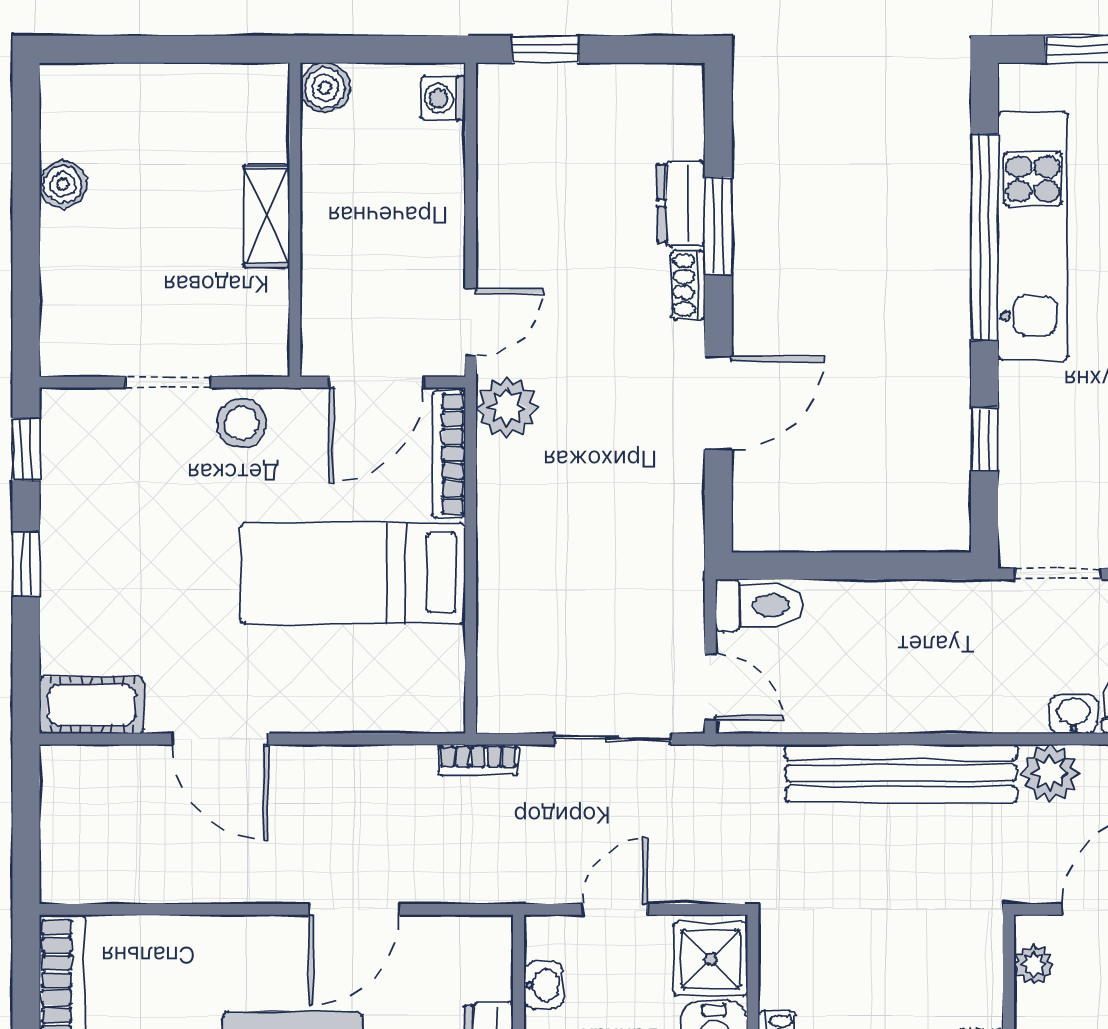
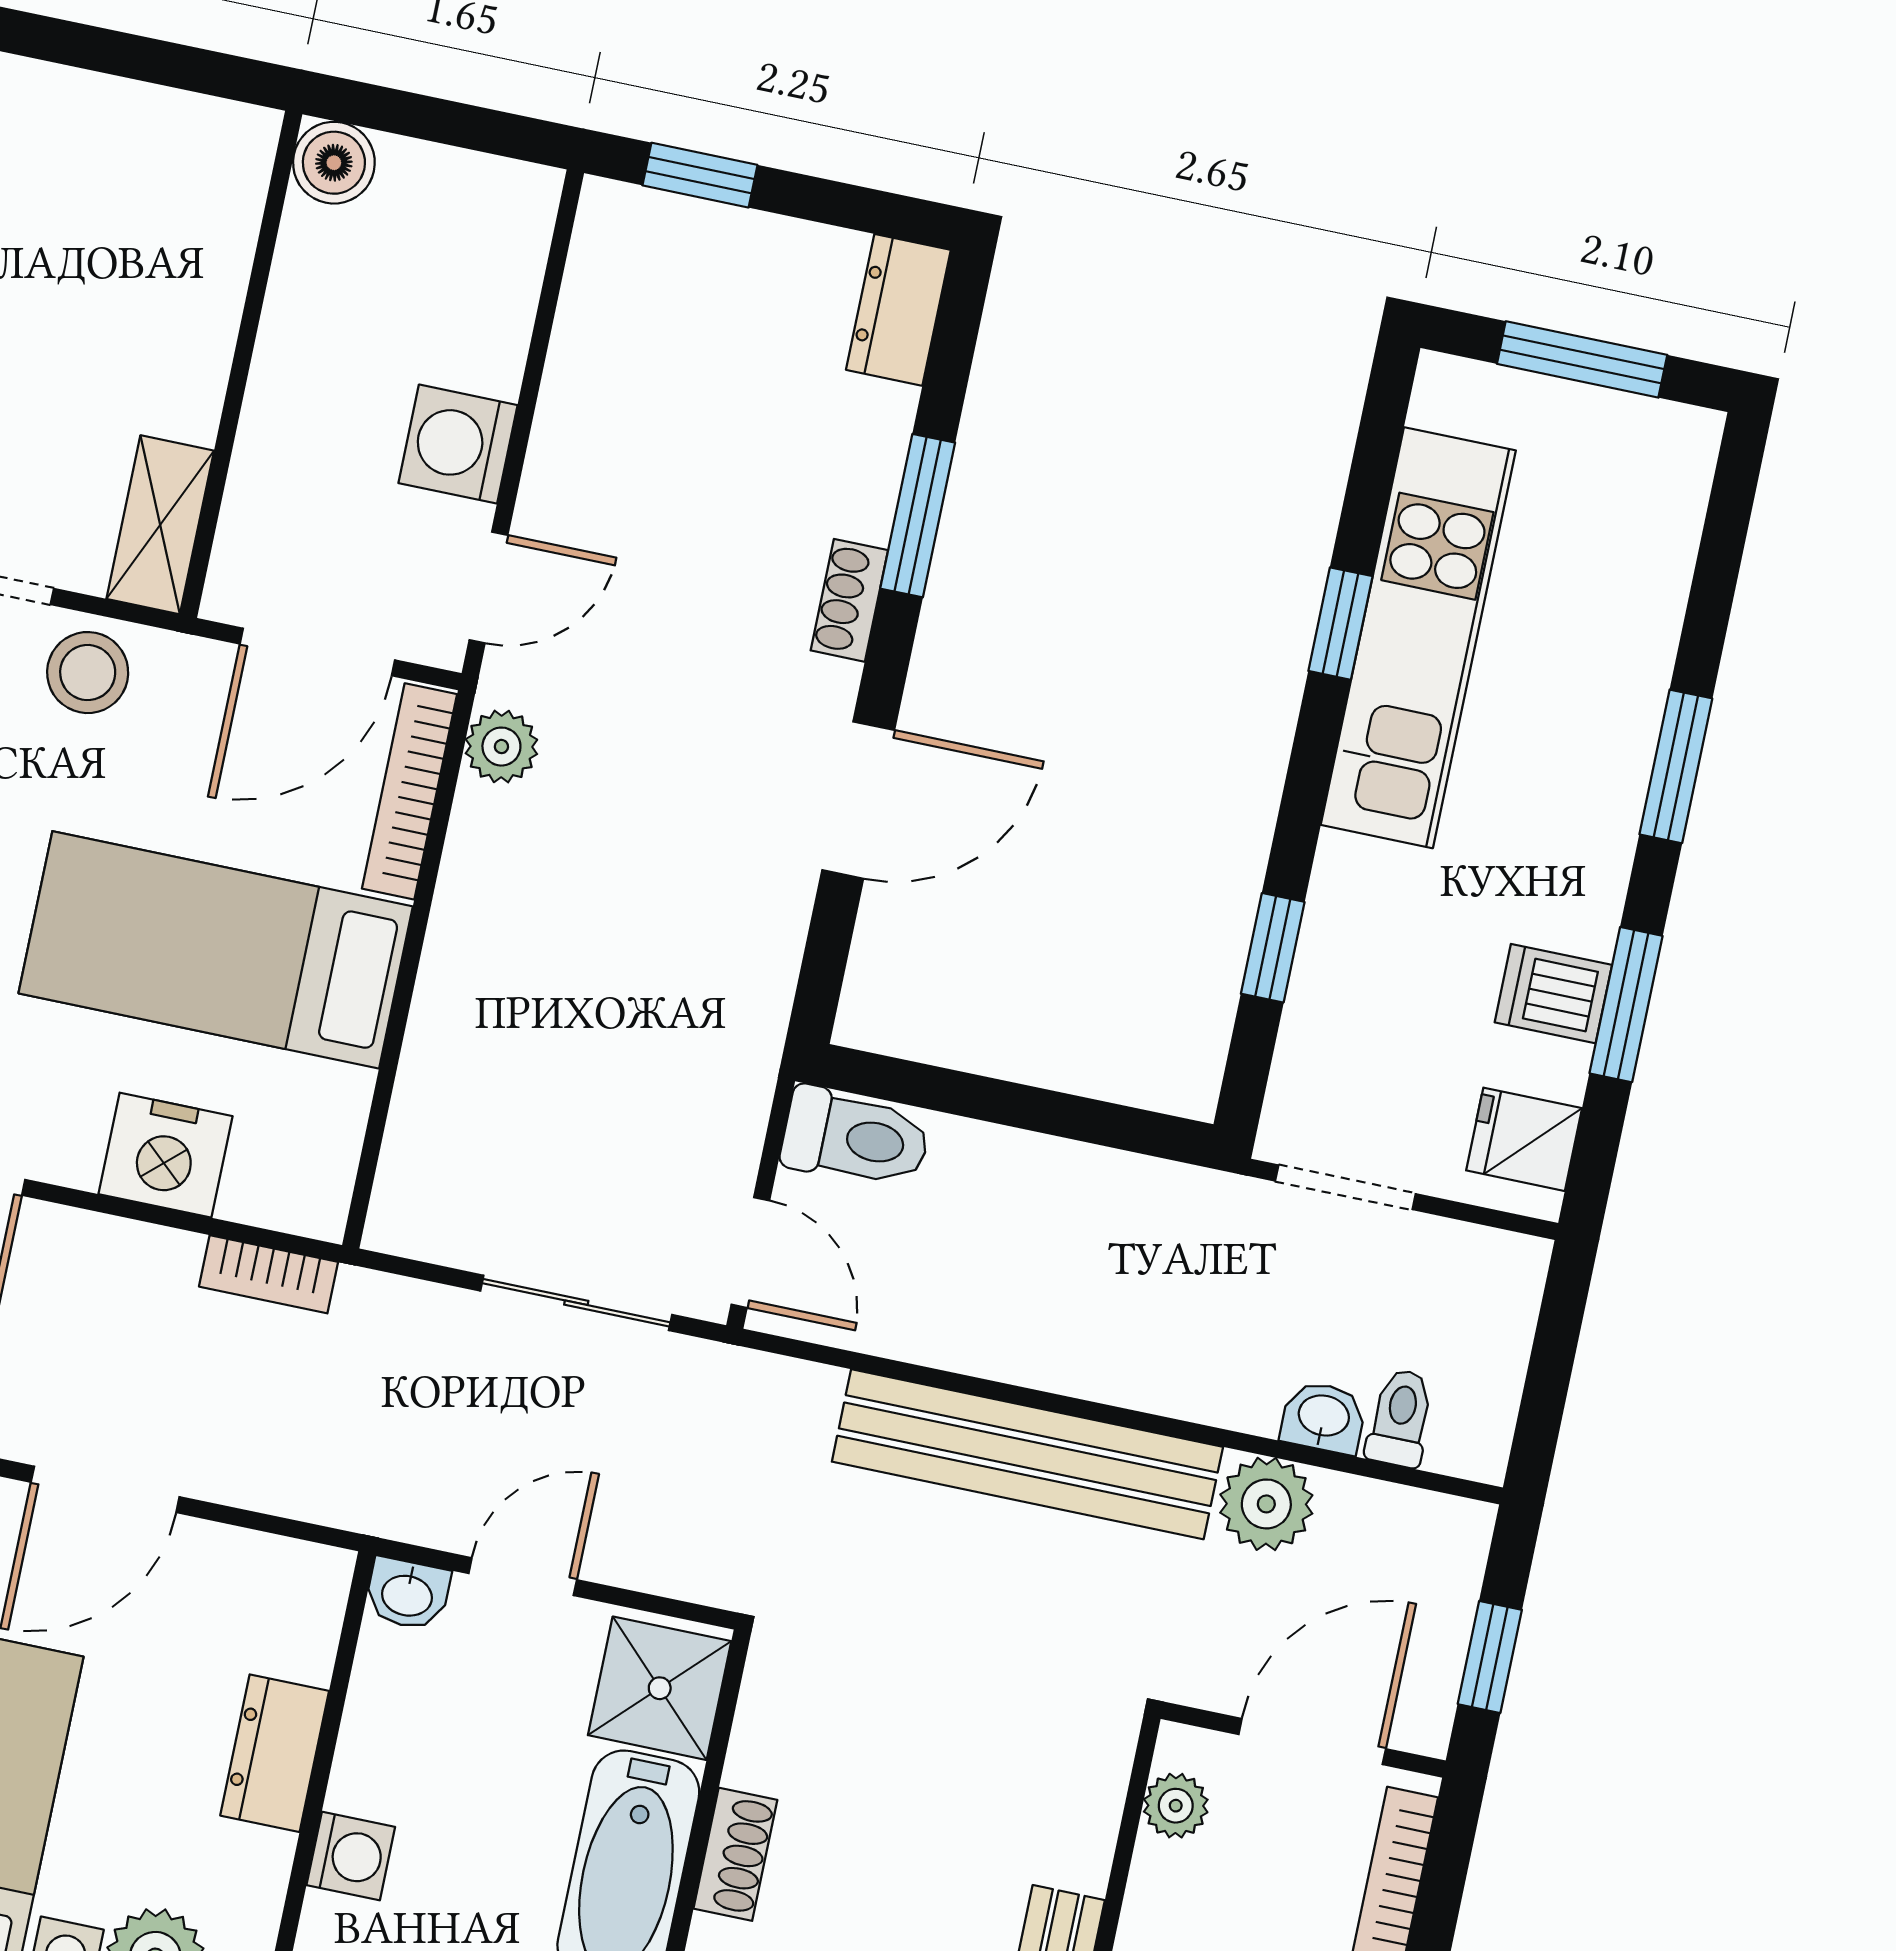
washing machine: (443, 98) -> (458, 444), moved, width x1.38, depth x1.38
dresser: (681, 203) -> (898, 310), moved
shelving: (267, 216) -> (160, 525), moved
window: (985, 237) -> (1340, 624), width x0.32
plant: (507, 407) -> (501, 747), width x0.73, depth x0.73
nightstand: (348, 702) -> (166, 1155), added
bookcase: (478, 760) -> (269, 1274), moved
washbasin: (543, 985) -> (407, 1594), moved, turned 90

